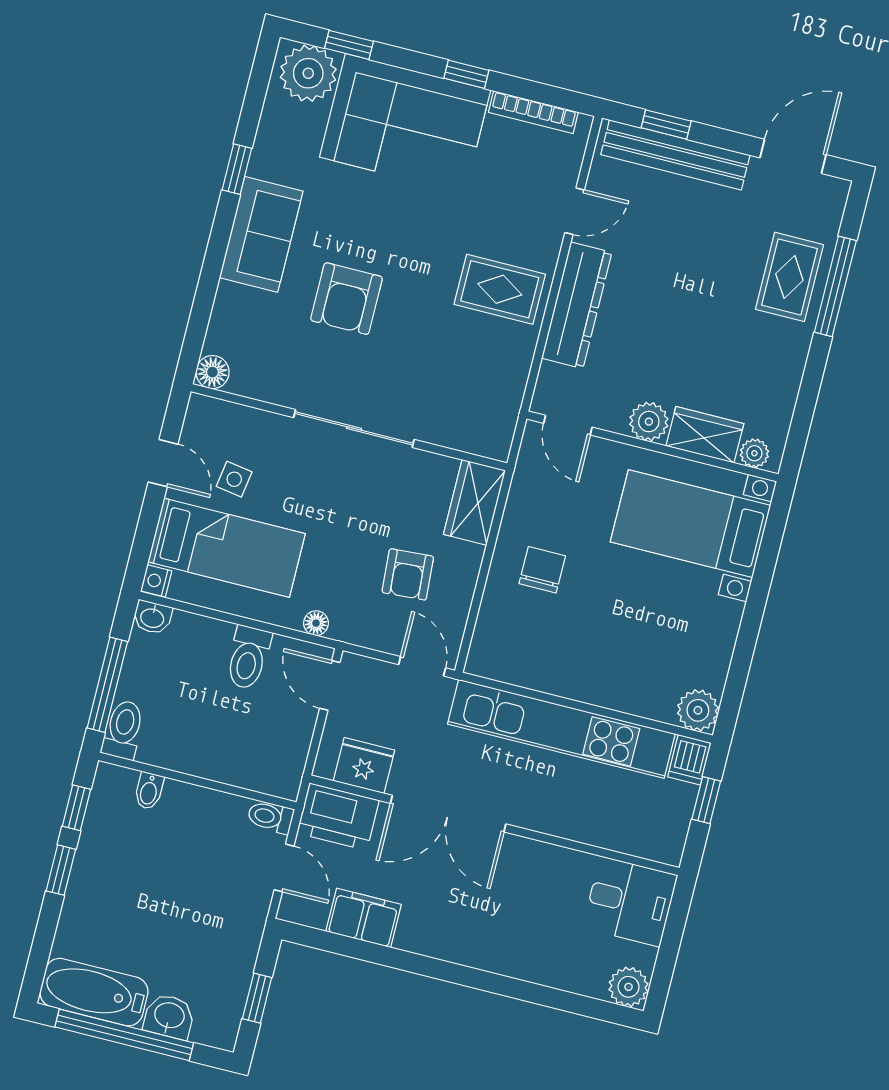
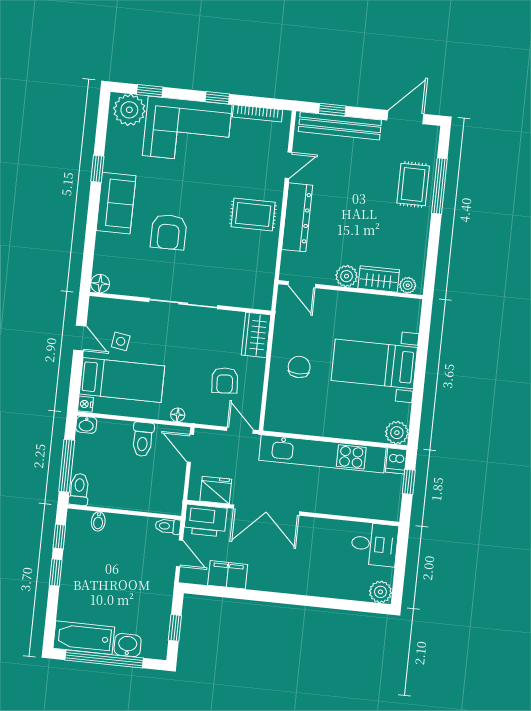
bed with nightstands: (690, 524) -> (374, 364), moved

